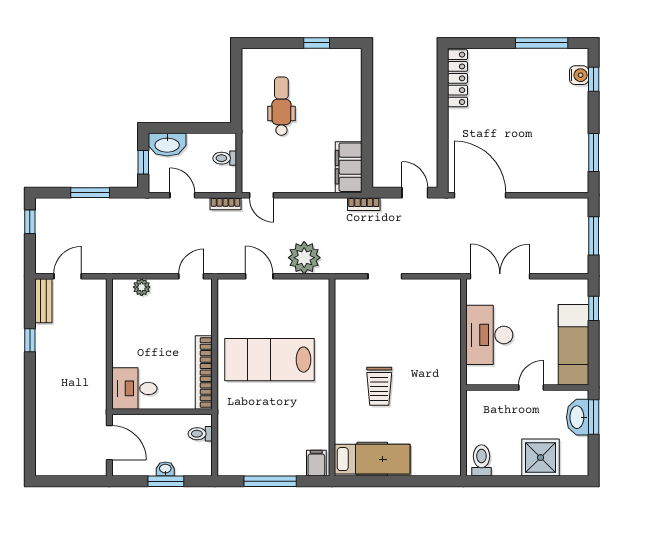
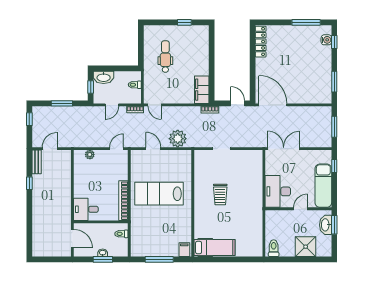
door: (182, 195) -> (112, 105), swing flipped
desk: (489, 335) -> (278, 191), moved
trolley: (379, 386) -> (220, 194), moved

